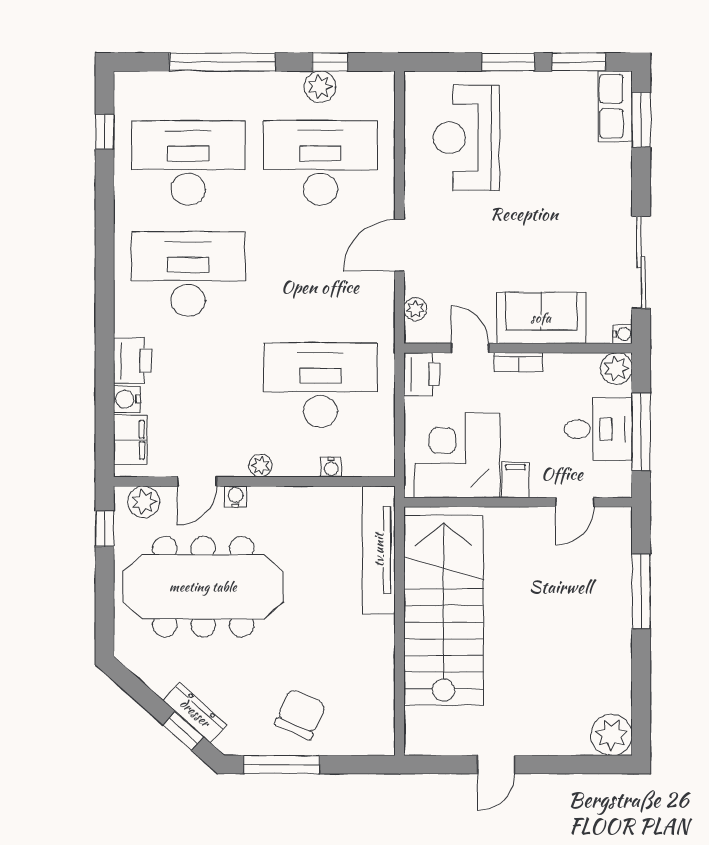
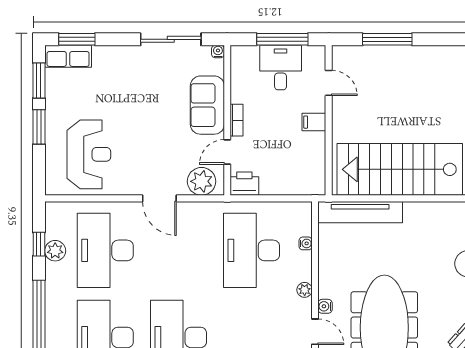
reception desk: (466, 138) -> (89, 154), turned -90
plant: (415, 309) -> (202, 181), width x1.88, depth x1.88
plant: (616, 368) -> (241, 56), removed
corner desk: (457, 455) -> (298, 161), removed

